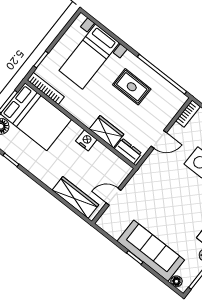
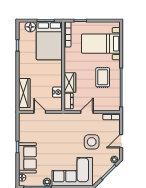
door: (159, 139) -> (87, 112), swing flipped
nightstand: (86, 140) -> (57, 92), moved
sofa: (151, 251) -> (27, 158), width x0.73

